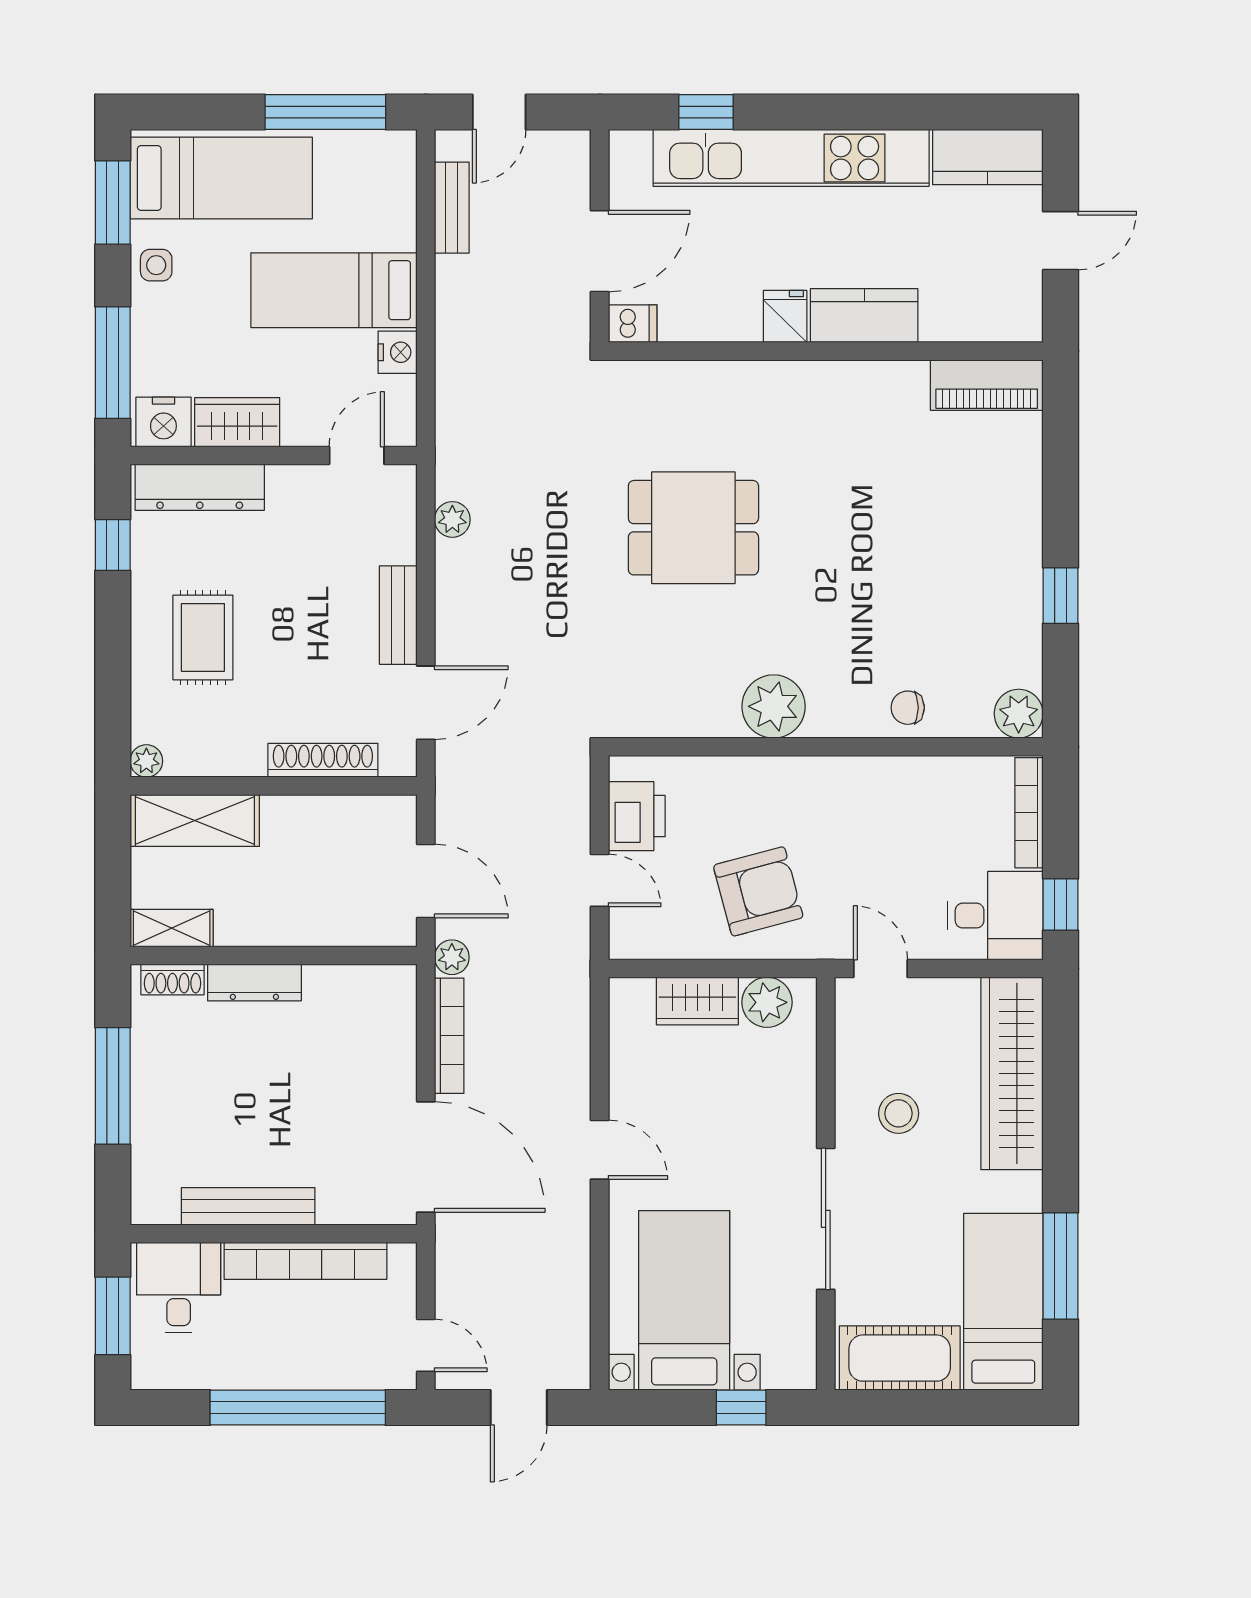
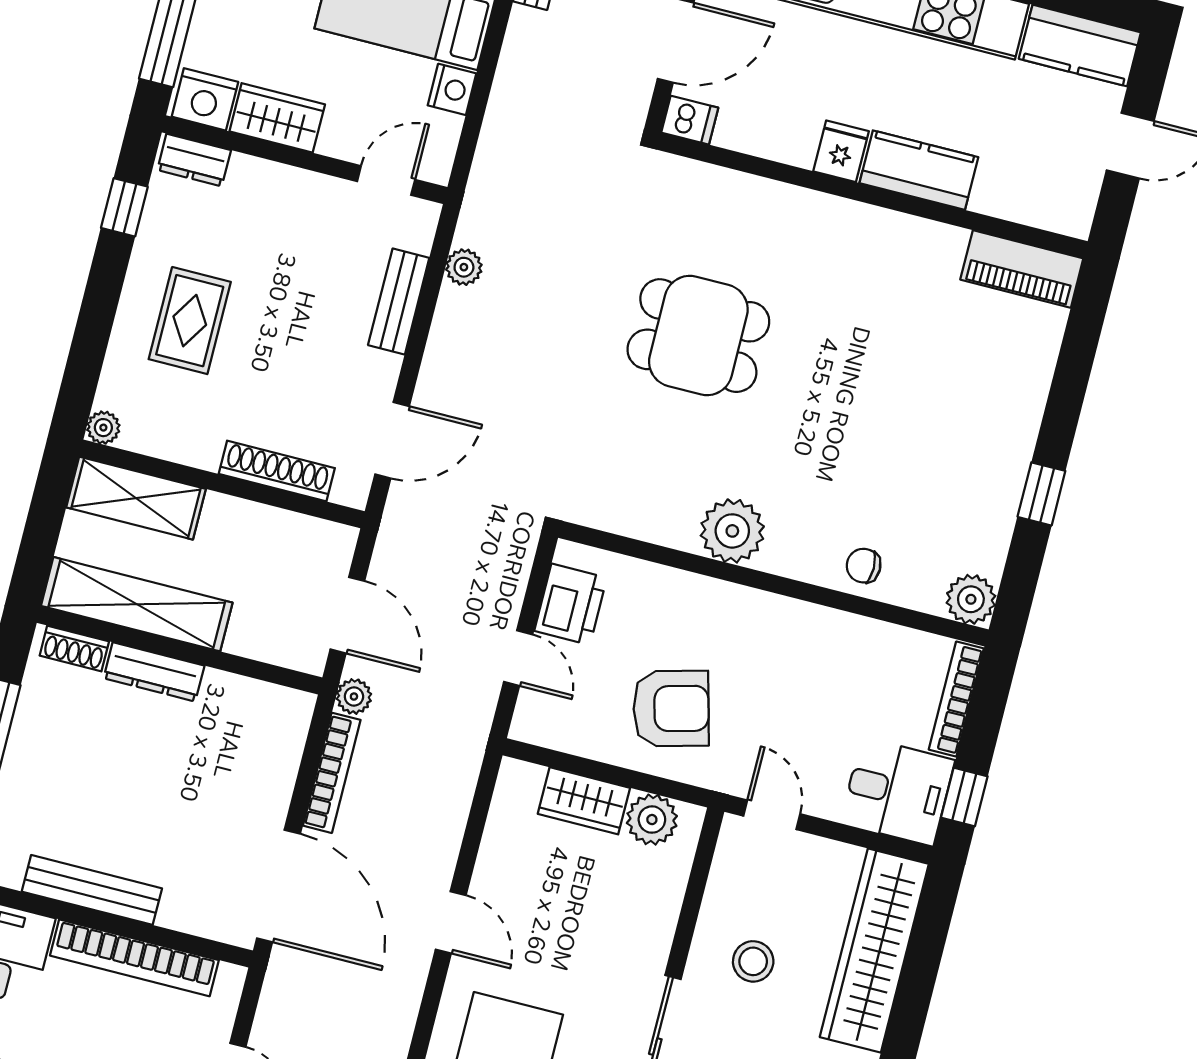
dresser: (200, 487) -> (194, 160), width x0.51, depth x0.80
bench: (398, 615) -> (399, 301), moved
shelving: (172, 928) -> (137, 604), width x2.20, depth x1.33

